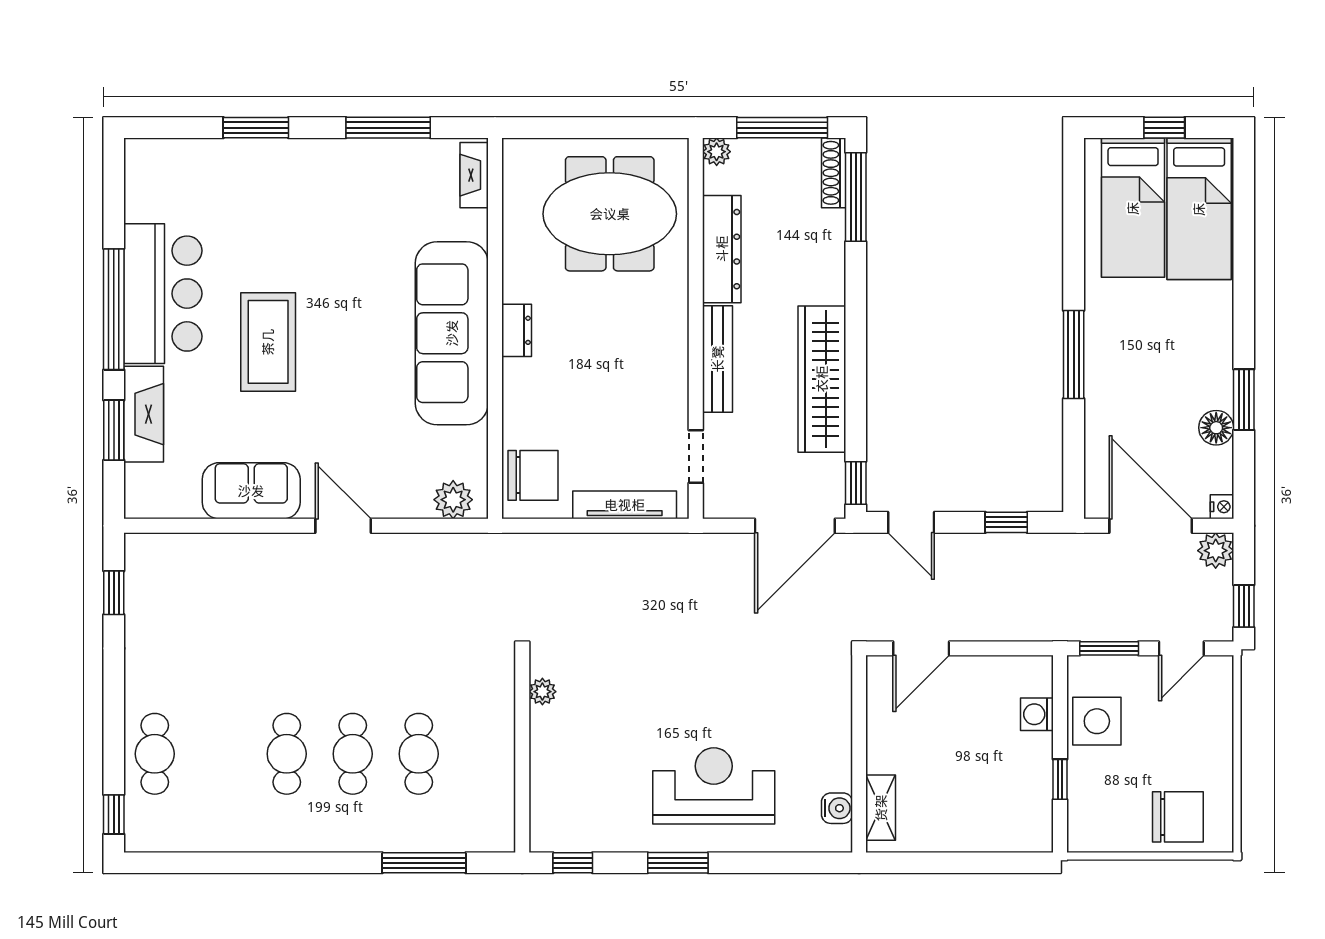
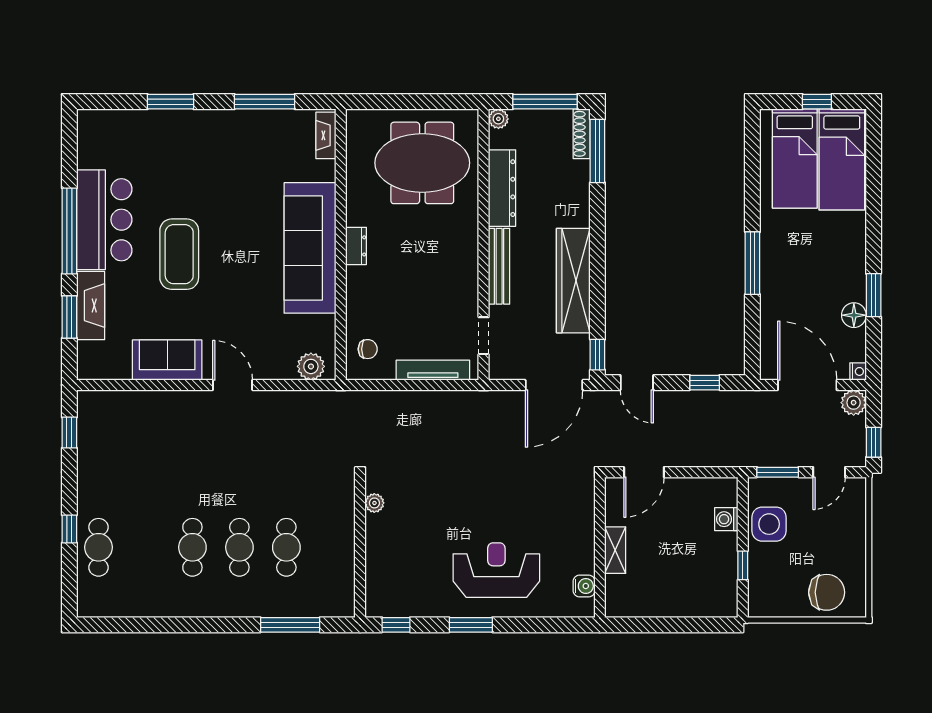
chair: (533, 475) -> (368, 349), width x0.54, depth x0.54
shelving: (881, 808) -> (615, 550), moved
window: (114, 814) -> (69, 529), moved

